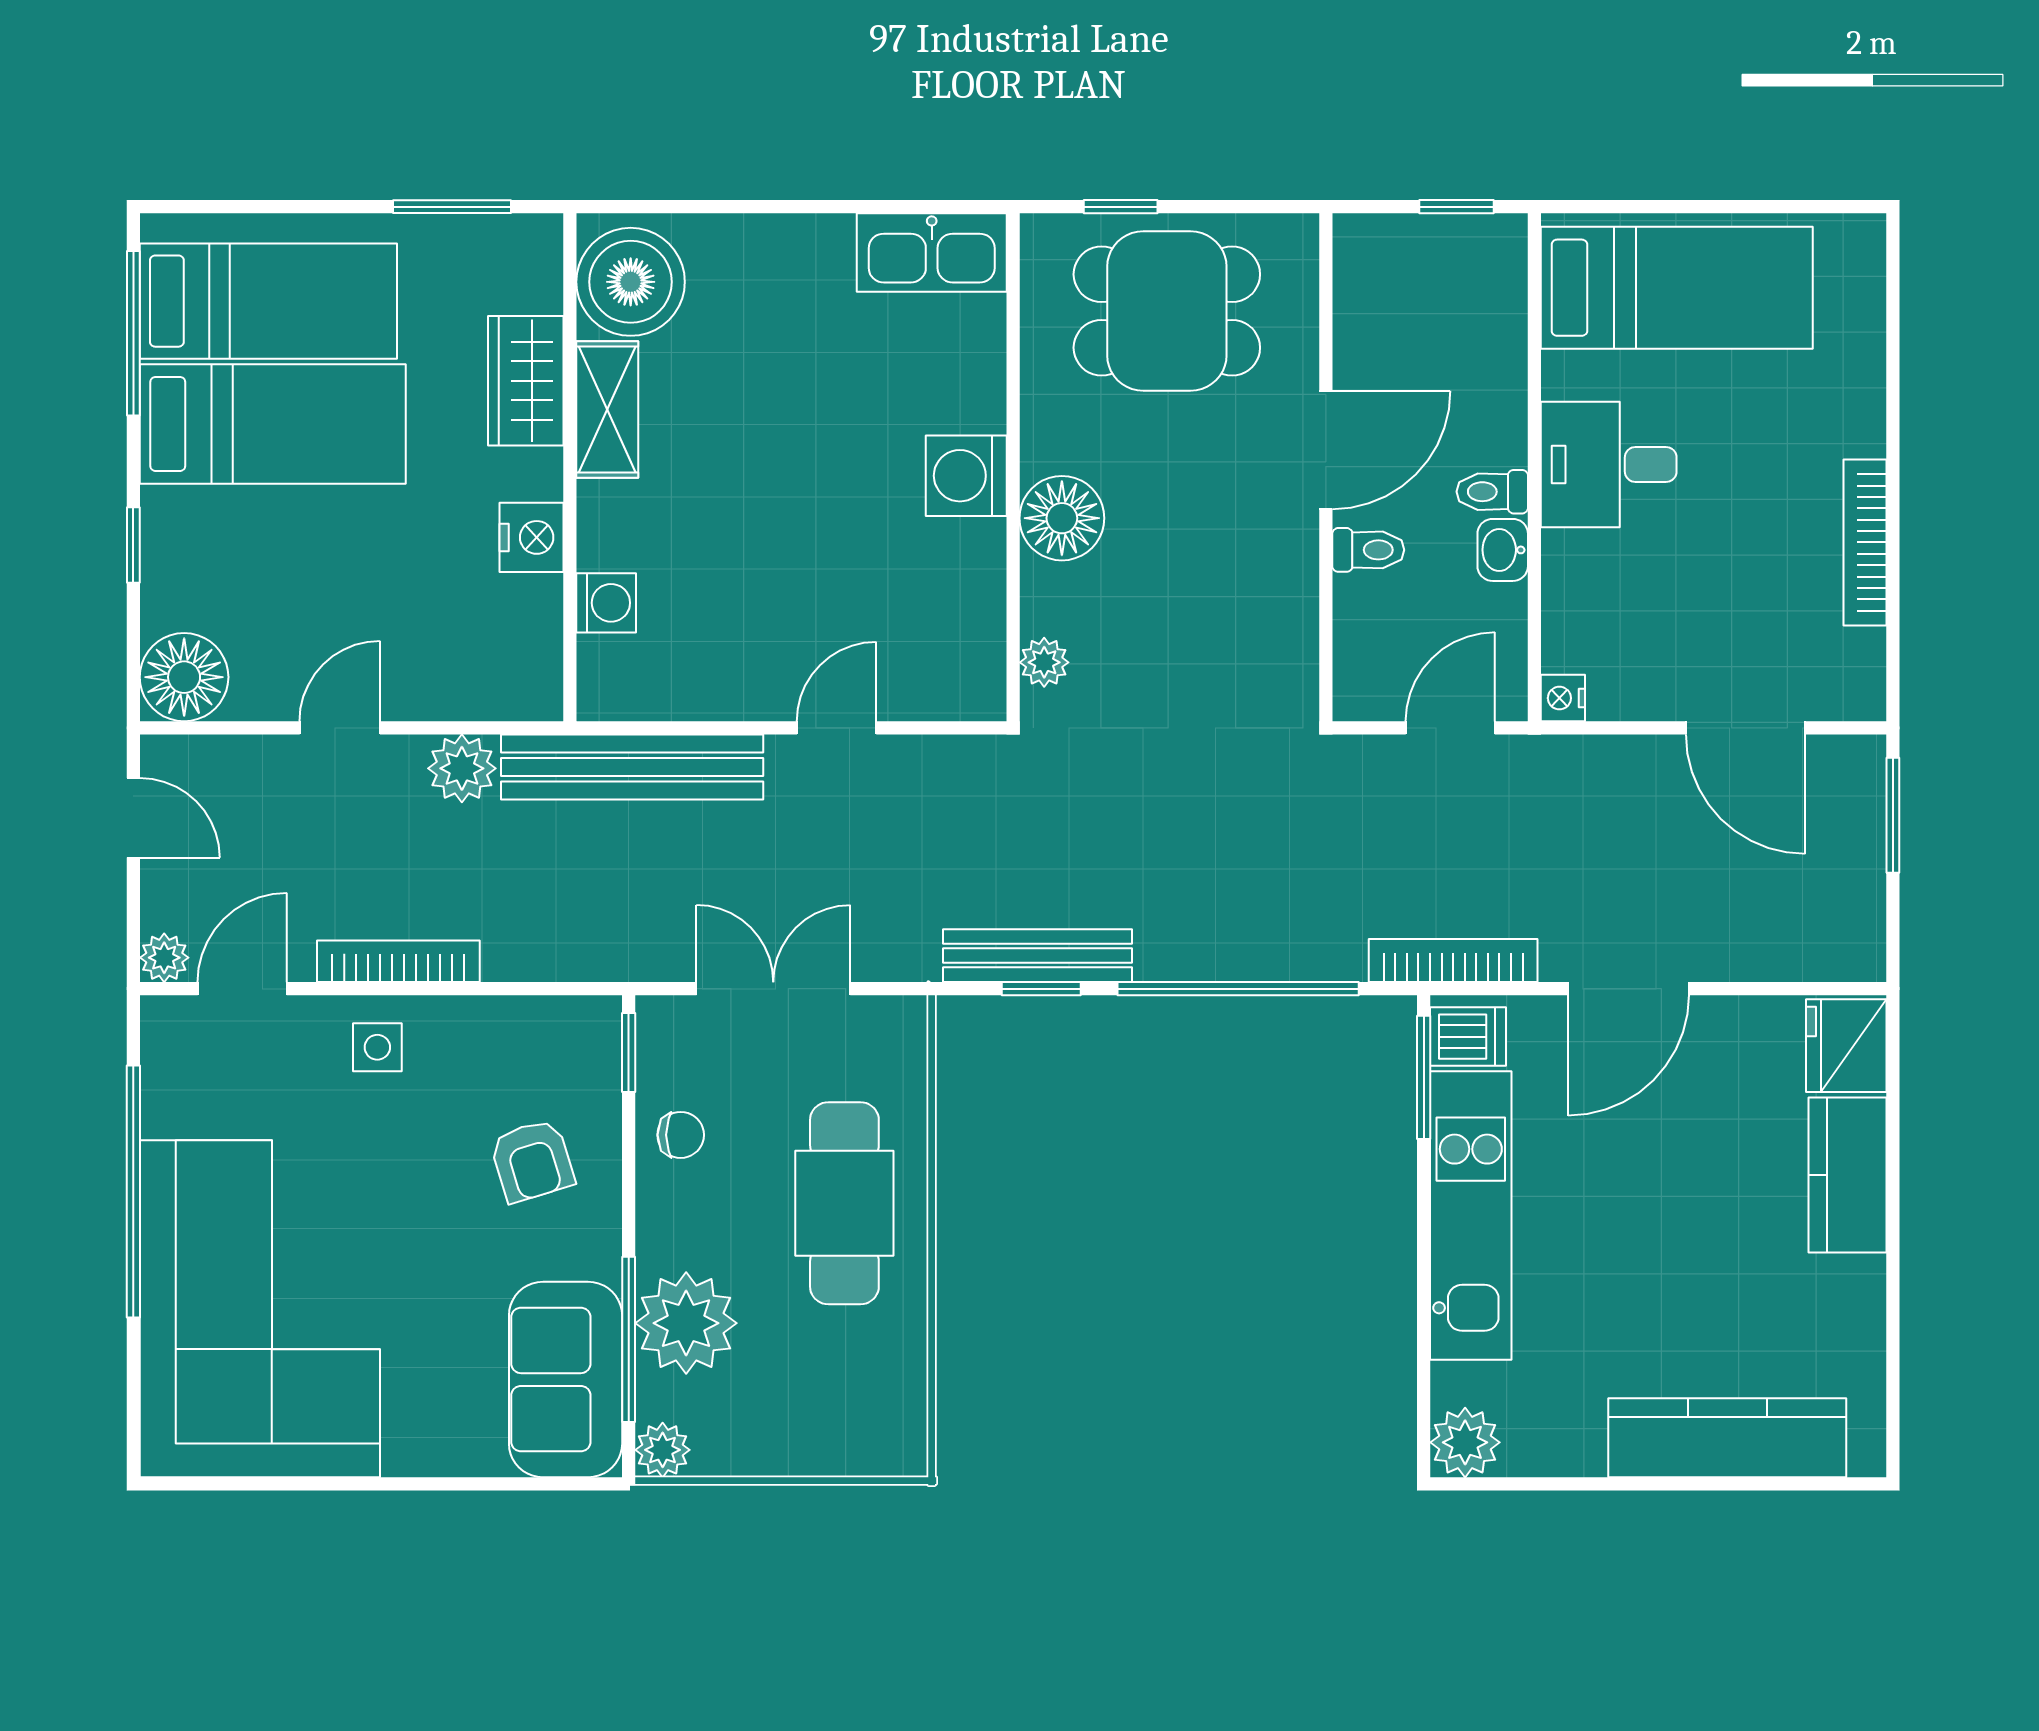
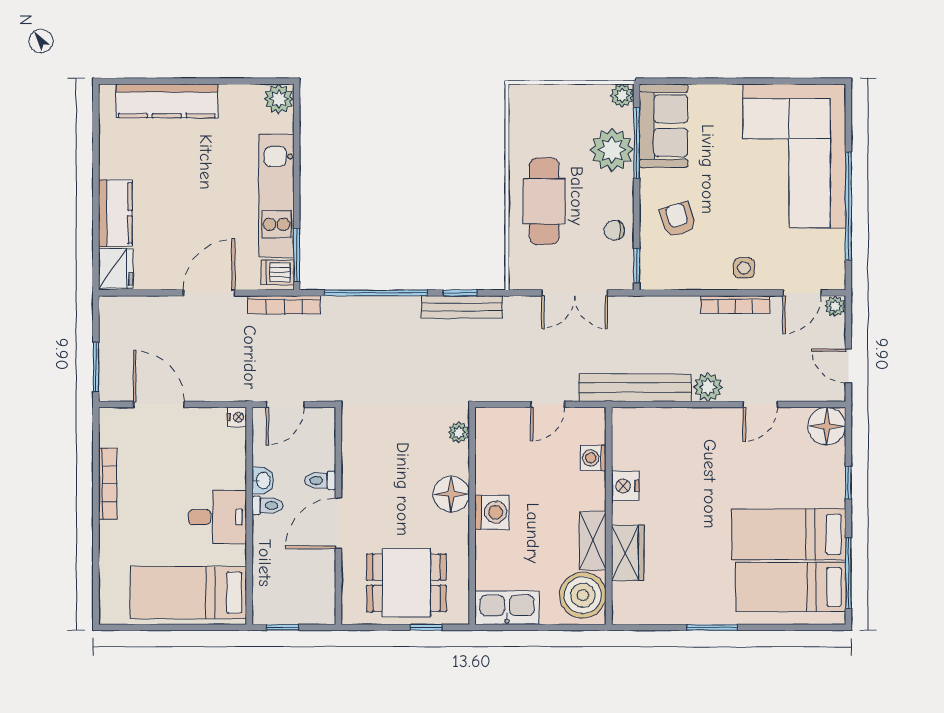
boiler: (631, 282) -> (583, 595), moved
wardrobe: (526, 381) -> (628, 553), moved
shelving: (607, 410) -> (593, 541), moved
wall: (570, 467) -> (609, 516), moved
nightstand: (532, 537) -> (625, 486), moved
washing machine: (606, 603) -> (593, 458), moved

